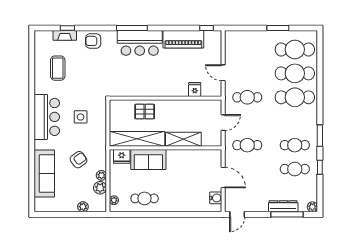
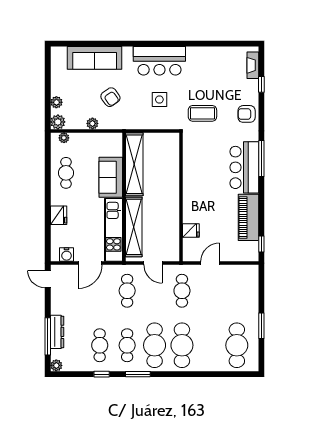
fireplace: (65, 35) -> (253, 65), moved
armchair: (93, 41) -> (247, 114), turned -90
coffee table: (58, 68) -> (202, 113), moved
cafe table: (295, 73) -> (155, 345), moved
pallet: (145, 112) -> (166, 173), removed
shelving: (183, 139) -> (134, 227), width x1.47
fridge: (122, 156) -> (59, 215), moved, turned 180
kitchen unit: (194, 157) -> (113, 230), added
plant: (100, 188) -> (58, 122), moved

